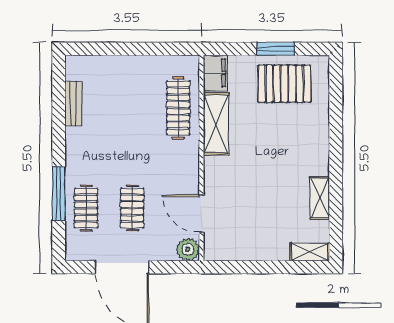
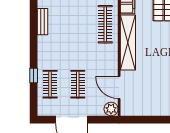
shelving: (216, 124) -> (128, 42), width x1.47
window: (59, 194) -> (34, 76), width x0.46

